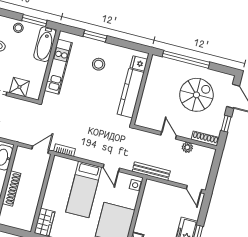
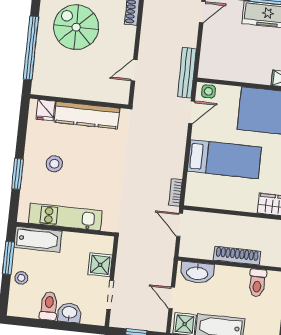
door: (169, 135) -> (134, 70), moved
plant: (187, 147) -> (148, 29), removed
door: (111, 168) -> (192, 112), moved

